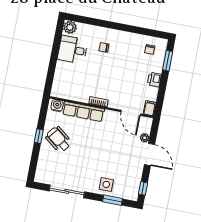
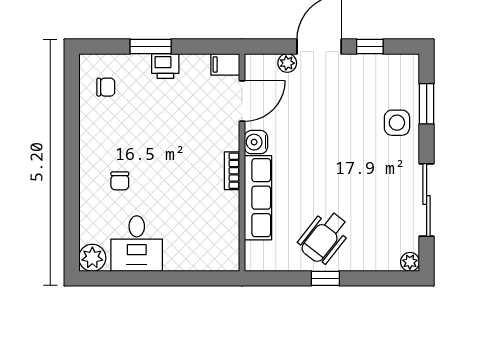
window: (168, 61) -> (151, 47), moved
water cooler: (57, 105) -> (256, 142), moved
plant: (39, 178) -> (410, 262), added
window: (143, 188) -> (370, 47), moved

